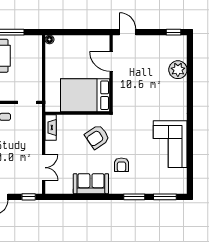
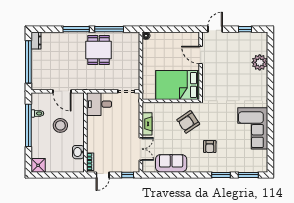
door: (128, 32) -> (215, 29), hinge flipped
window: (173, 32) -> (245, 29), moved
fireplace: (51, 128) -> (147, 124), moved
sofa: (91, 184) -> (171, 163), moved

